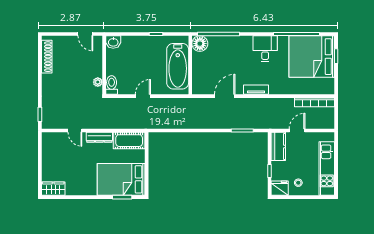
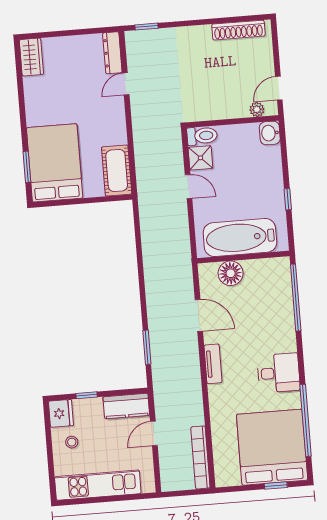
floor lamp: (200, 44) -> (231, 273), moved
plant: (98, 82) -> (257, 109), moved
shower: (125, 87) -> (200, 158), added
door: (297, 130) -> (154, 433), swing flipped
dresser: (99, 137) -> (112, 53), moved

